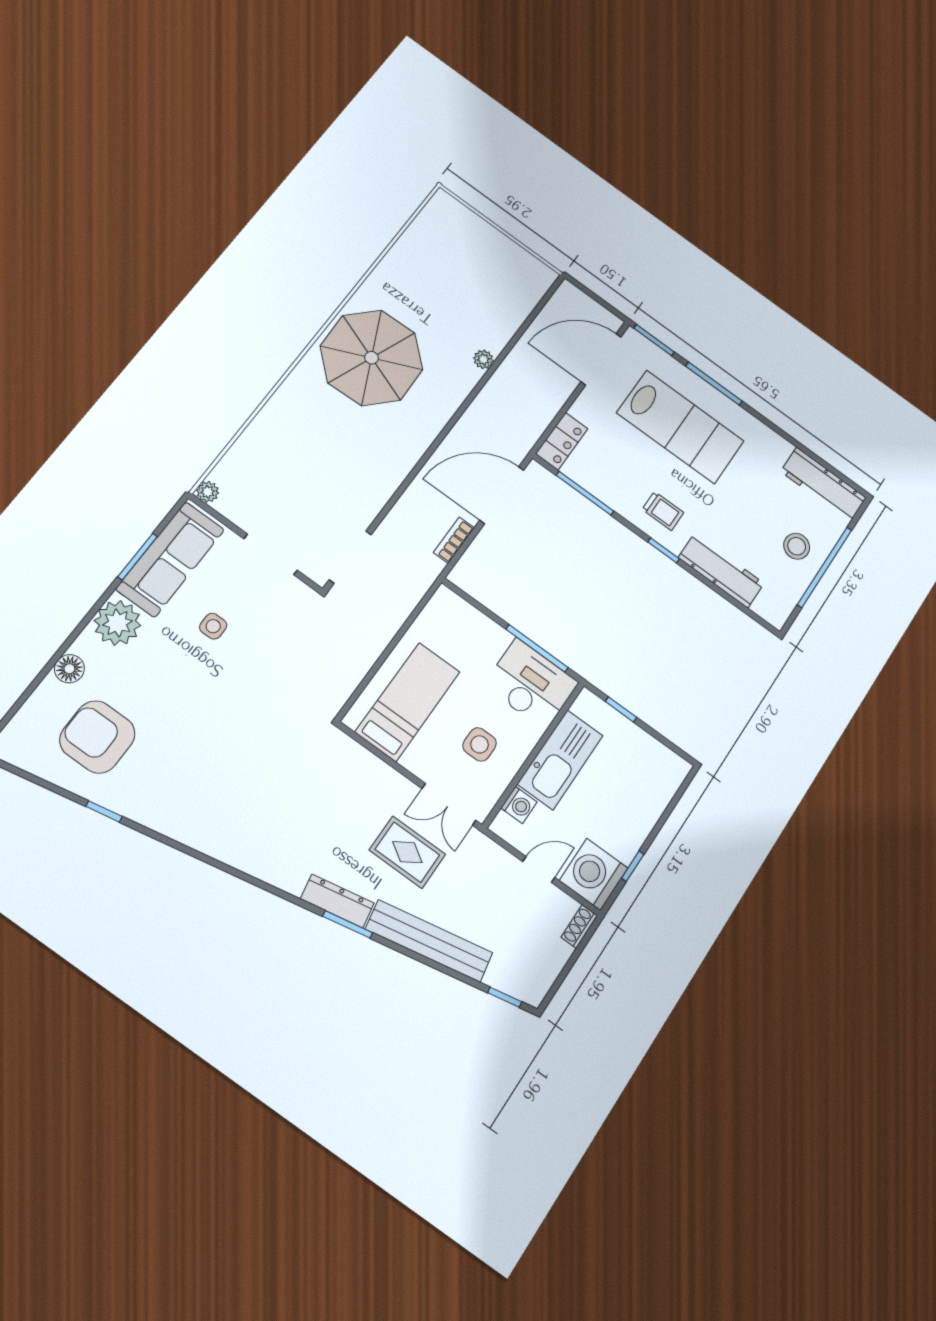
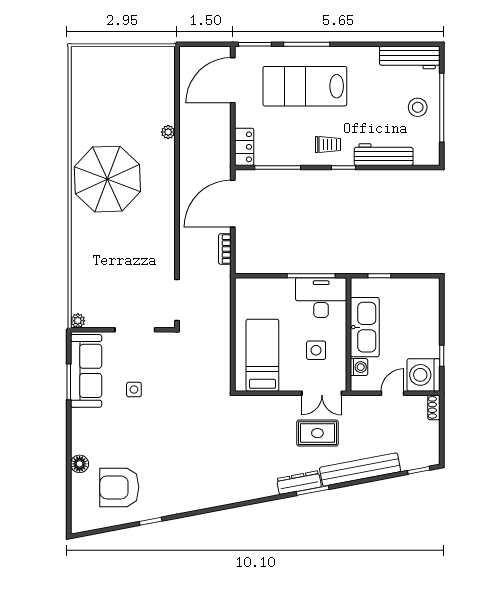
lab bench: (680, 427) -> (305, 86), turned 180
plant: (118, 623) -> (85, 423), removed

